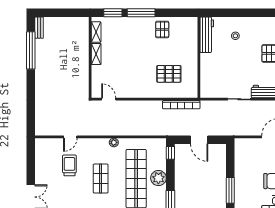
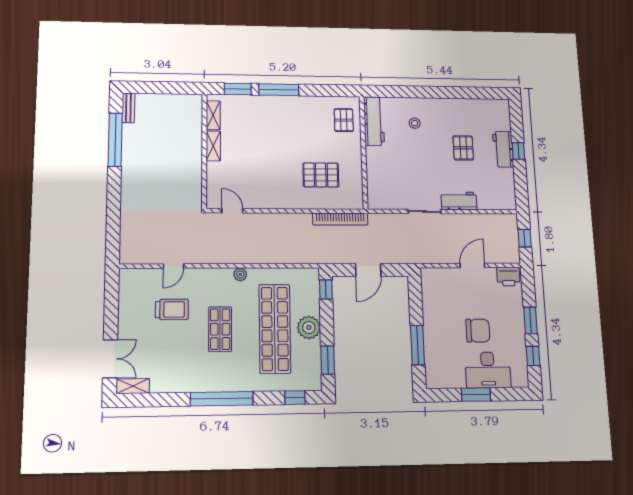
pallet: (162, 29) -> (344, 120), moved
door: (199, 140) -> (368, 270), hinge flipped
trolley: (69, 165) -> (172, 309), turned 90

